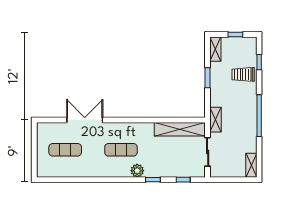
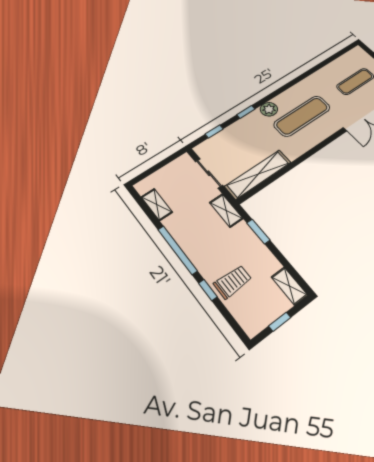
window: (259, 62) -> (208, 290), moved
window: (208, 78) -> (258, 231), moved
exercise mat: (121, 150) -> (302, 116), width x1.36, depth x1.45
shelving: (251, 165) -> (157, 204), moved

